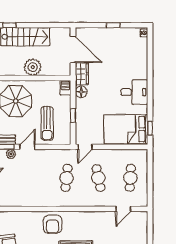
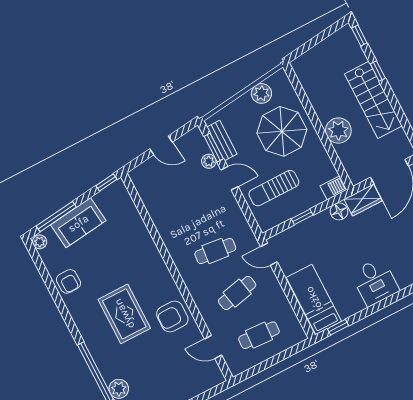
bed: (126, 129) -> (314, 299), width x0.67
armchair: (53, 224) -> (172, 316), moved

